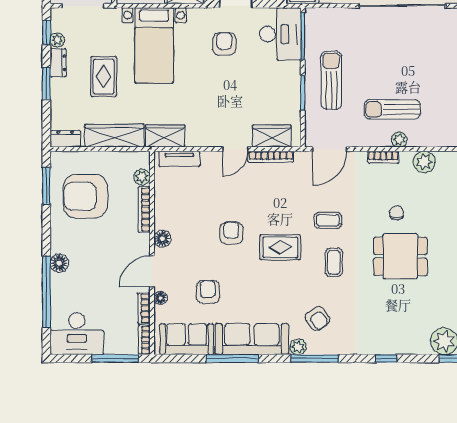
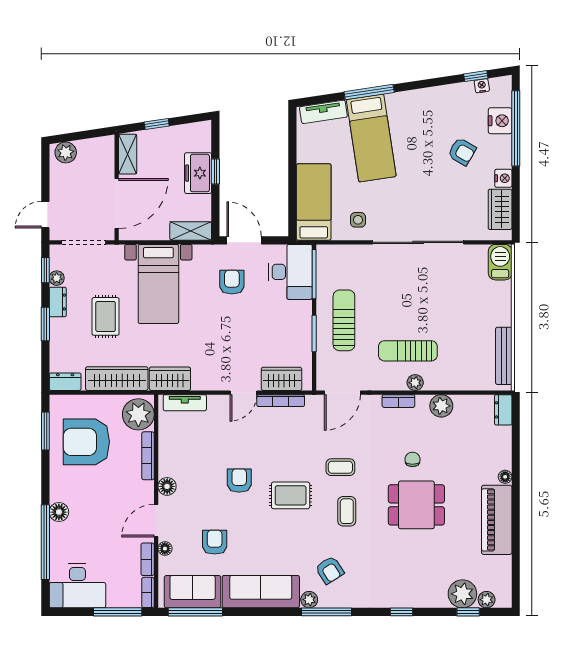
plant: (142, 177) -> (138, 414), width x1.88, depth x1.88
window: (232, 358) -> (195, 612), moved

